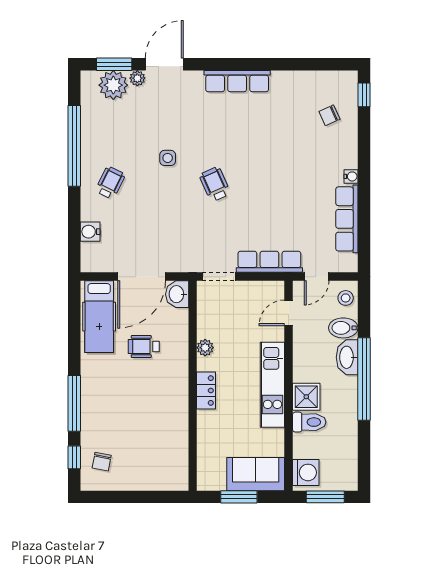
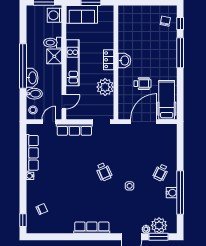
water cooler: (90, 232) -> (172, 193), moved
washbasin: (177, 294) -> (124, 60), moved
plant: (205, 348) -> (105, 87), width x1.88, depth x1.88

